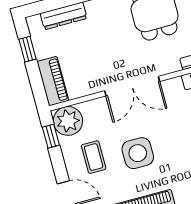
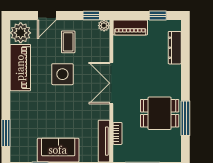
plant: (68, 121) -> (104, 26), width x0.53, depth x0.53
coffee table: (94, 157) -> (68, 42), turned 90

